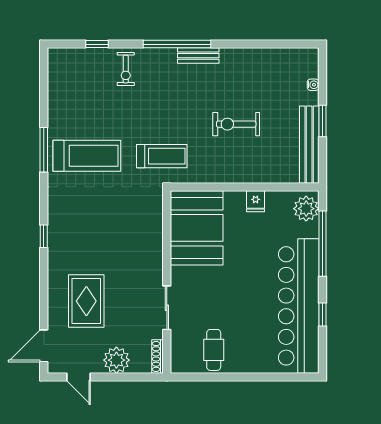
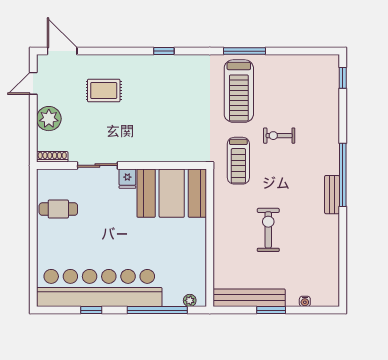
window: (97, 44) -> (343, 78), moved
exercise bike: (126, 69) -> (279, 136), moved
fridge: (256, 201) -> (127, 179), moved, turned -90
plant: (306, 209) -> (190, 300), width x0.53, depth x0.53
rug: (86, 301) -> (104, 91), width x0.73, depth x0.70

